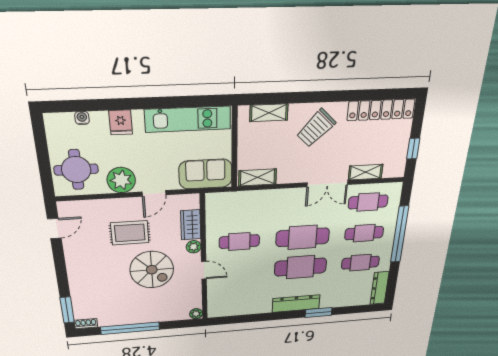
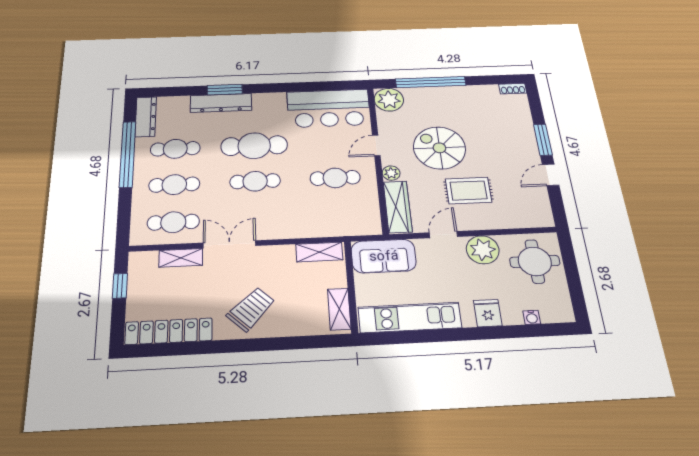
shelving: (269, 113) -> (339, 309), moved, turned 90
wardrobe: (191, 225) -> (398, 207), width x1.50
door: (54, 229) -> (551, 175), moved
window: (400, 234) -> (128, 154), moved
cafe table: (303, 237) -> (255, 181), width x0.73, depth x0.74
door: (204, 270) -> (376, 145), hinge flipped
bar counter: (240, 300) -> (329, 108), added
dresser: (296, 304) -> (221, 103), moved
window: (67, 310) -> (543, 140), moved
plant: (196, 314) -> (389, 100), width x1.87, depth x1.87
window: (130, 328) -> (431, 82), moved

